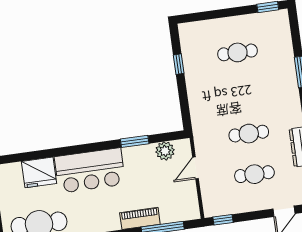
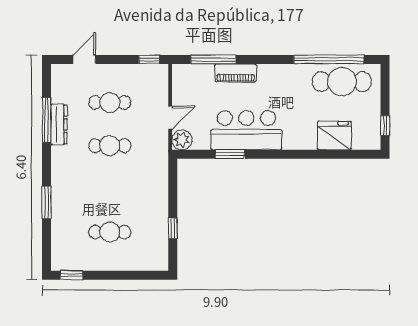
plant: (165, 151) -> (182, 140), moved
bar counter: (90, 171) -> (246, 130), moved

